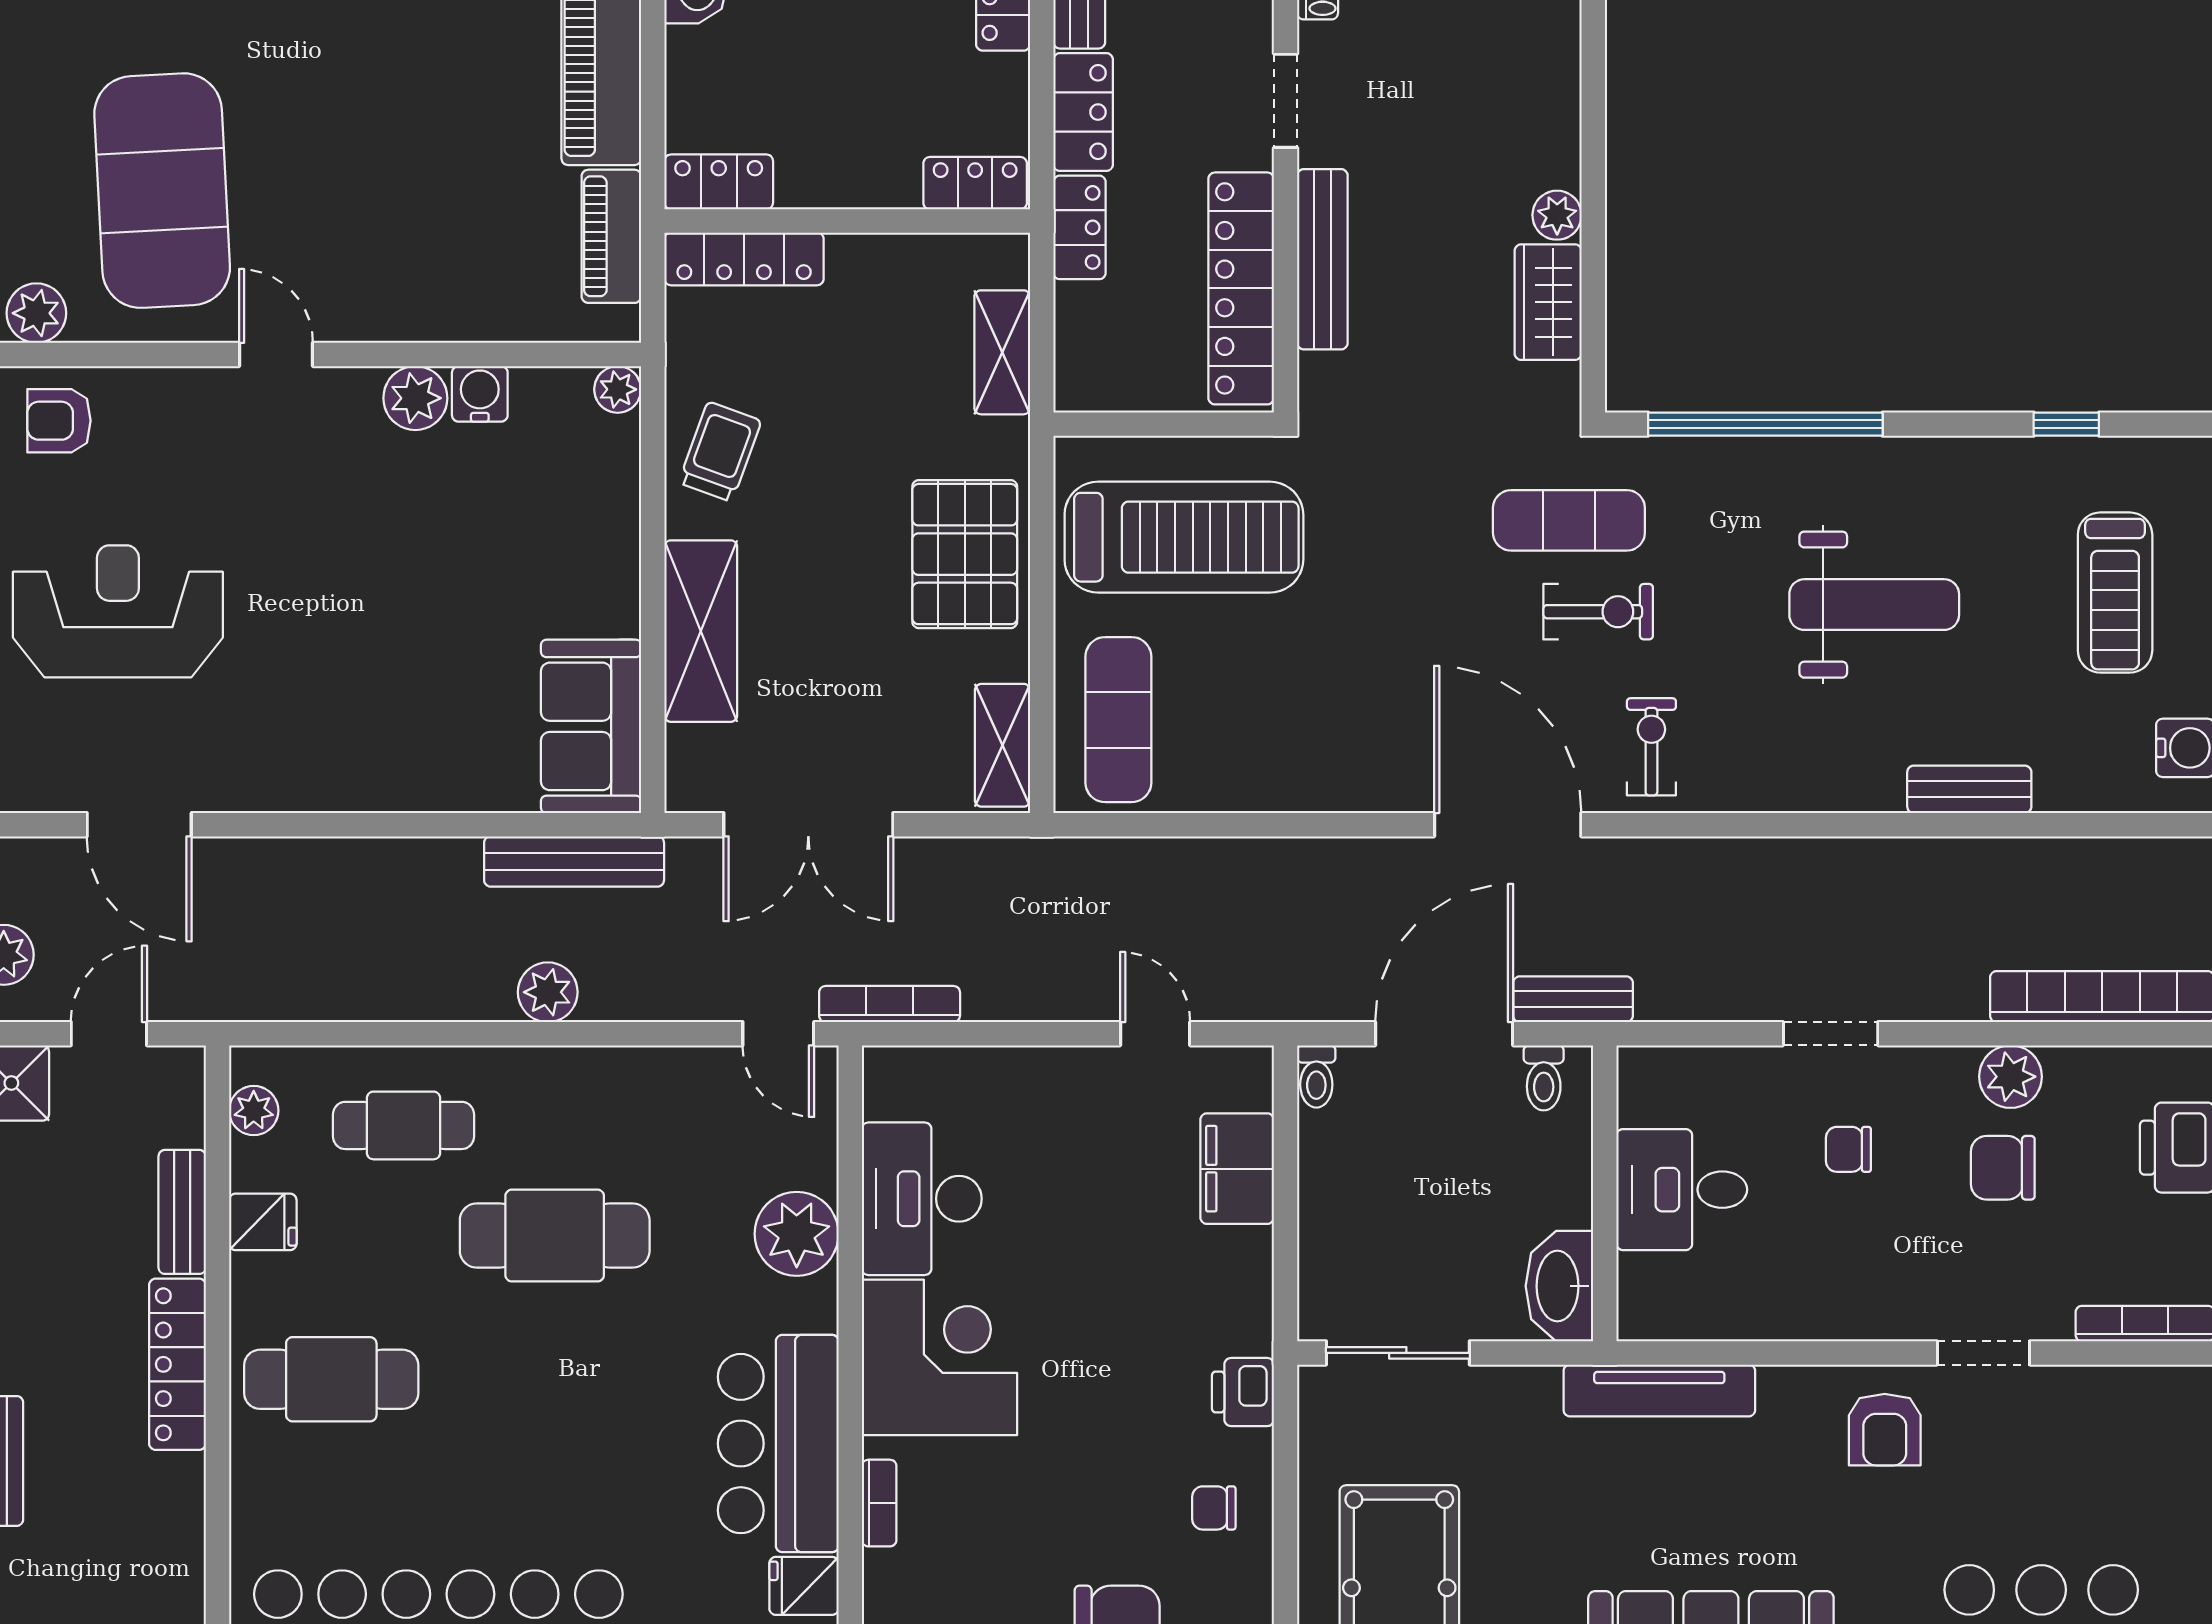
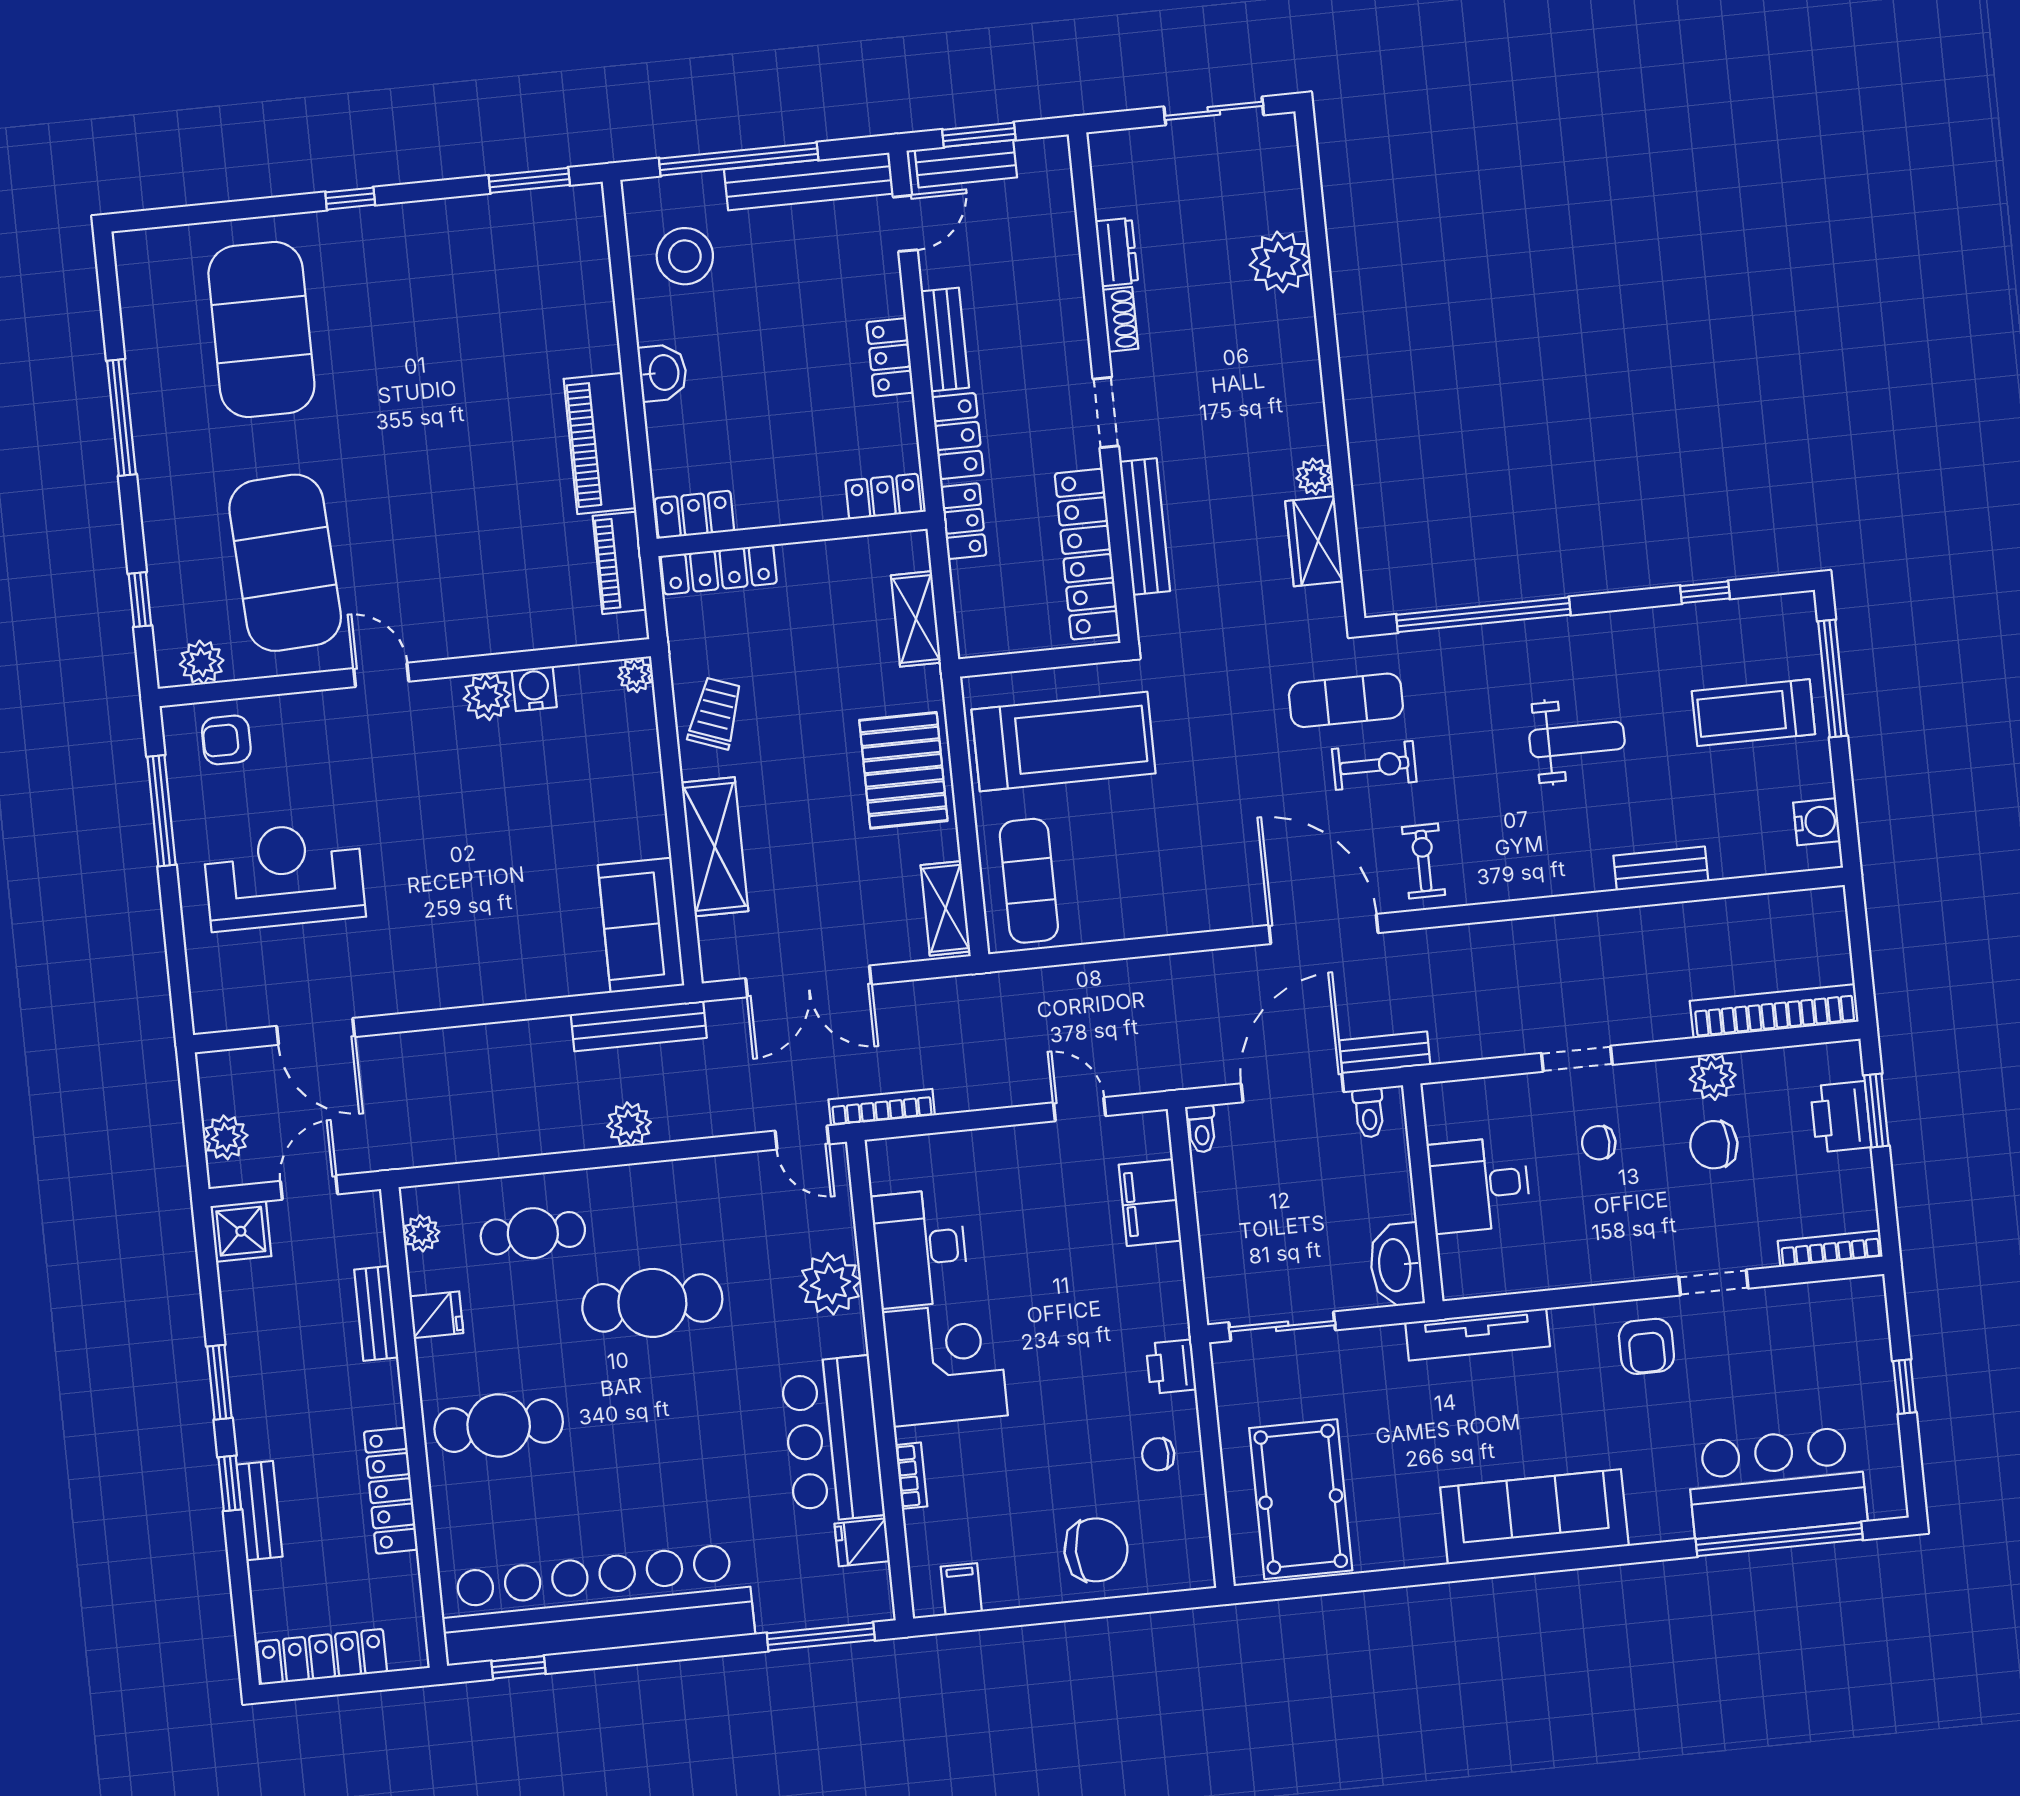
treadmill: (2115, 593) -> (1753, 713), turned 90
weight bench: (1874, 605) -> (1577, 740), width x0.73, depth x0.75
locker: (177, 1364) -> (391, 1491), moved

